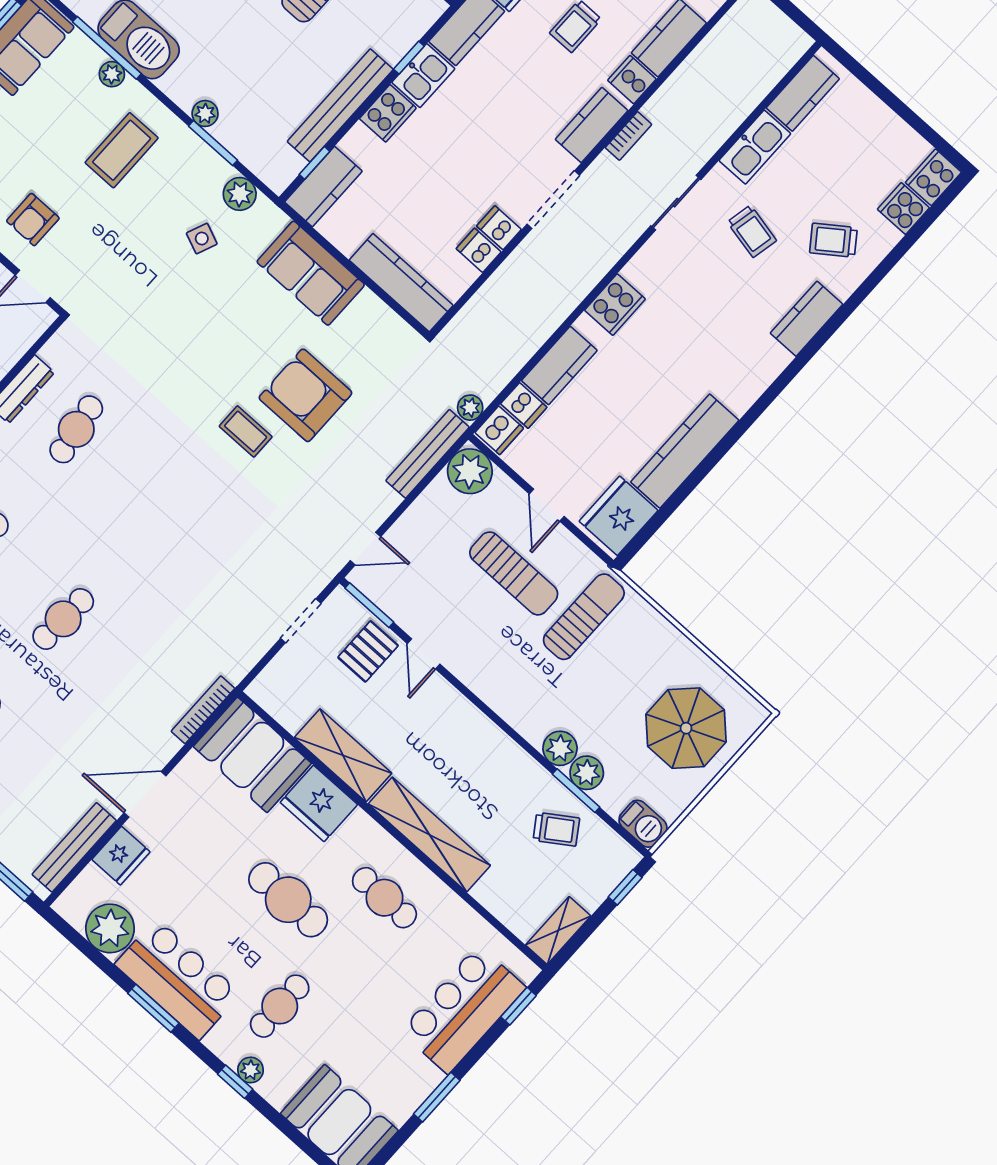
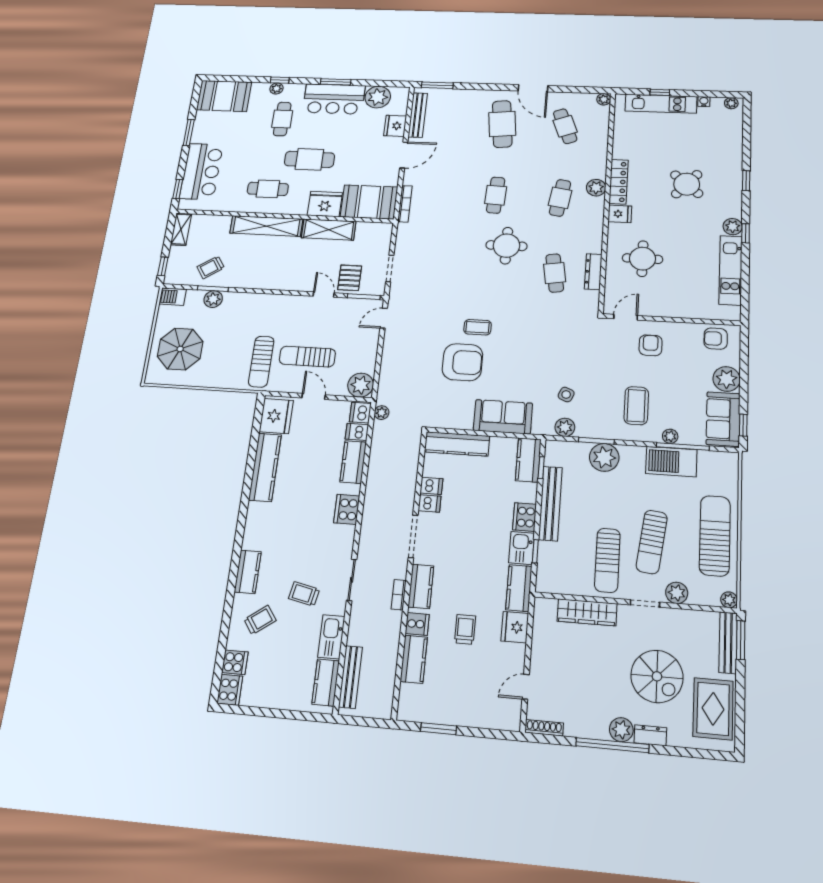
plant: (205, 114) -> (604, 457), width x1.87, depth x1.87
bench: (427, 454) -> (350, 677), moved
round table: (110, 526) -> (506, 246), added
plant: (560, 748) -> (233, 300), removed

